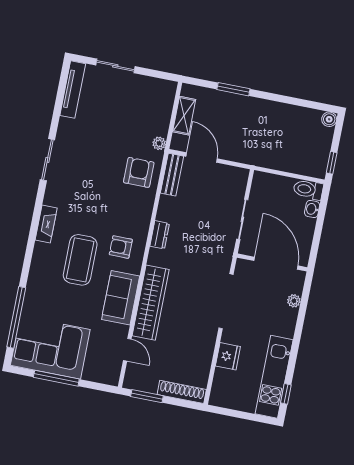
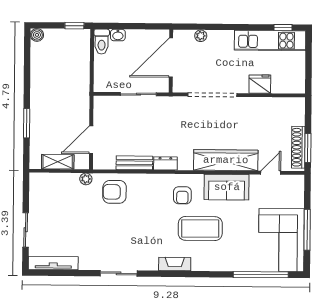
bench: (172, 175) -> (134, 163), moved
shoe rack: (182, 392) -> (298, 147), moved

